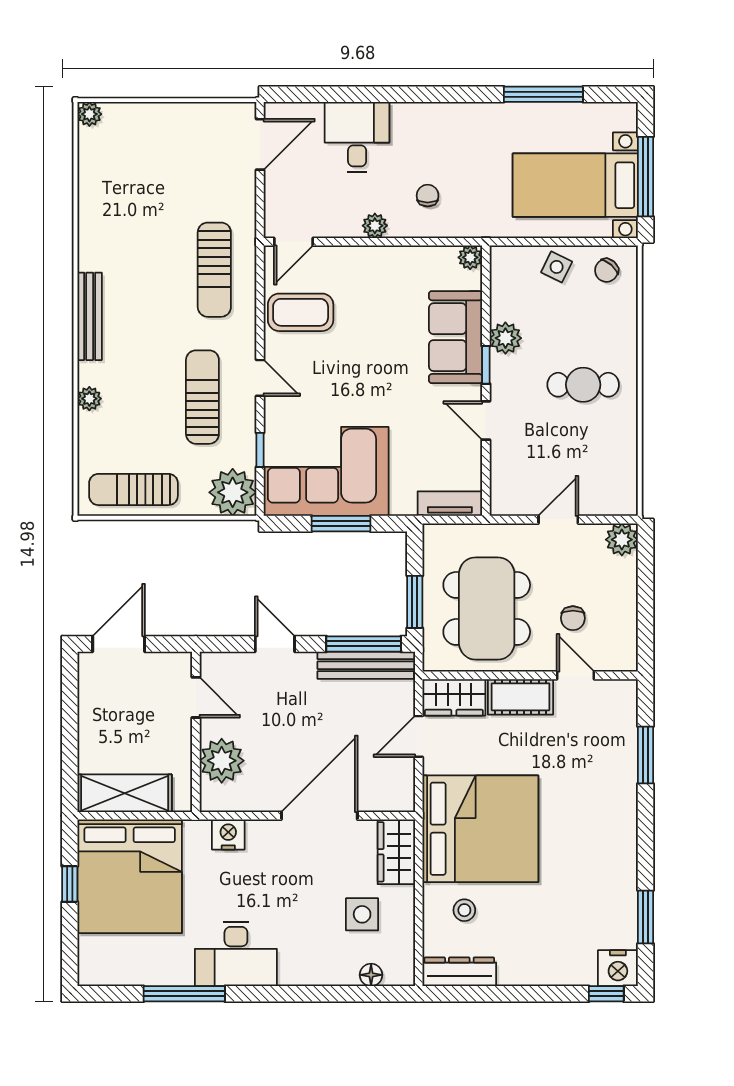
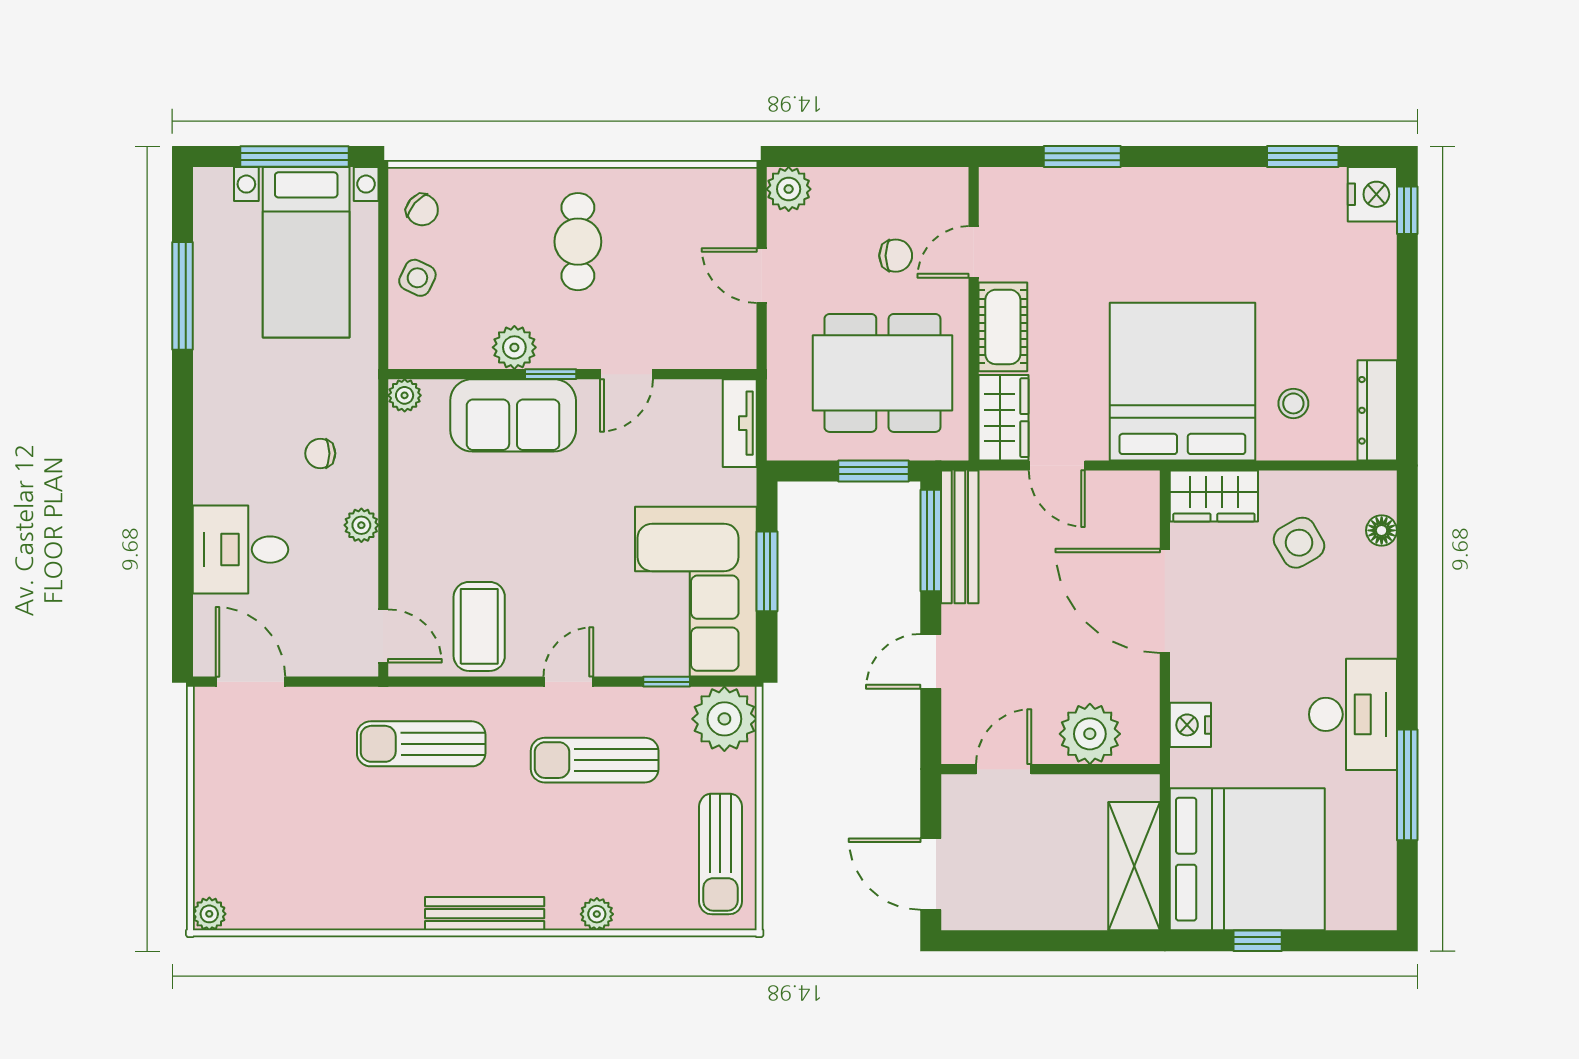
sun lounger: (214, 270) -> (421, 744), turned 180
side table: (362, 914) -> (1299, 543), turned -30

